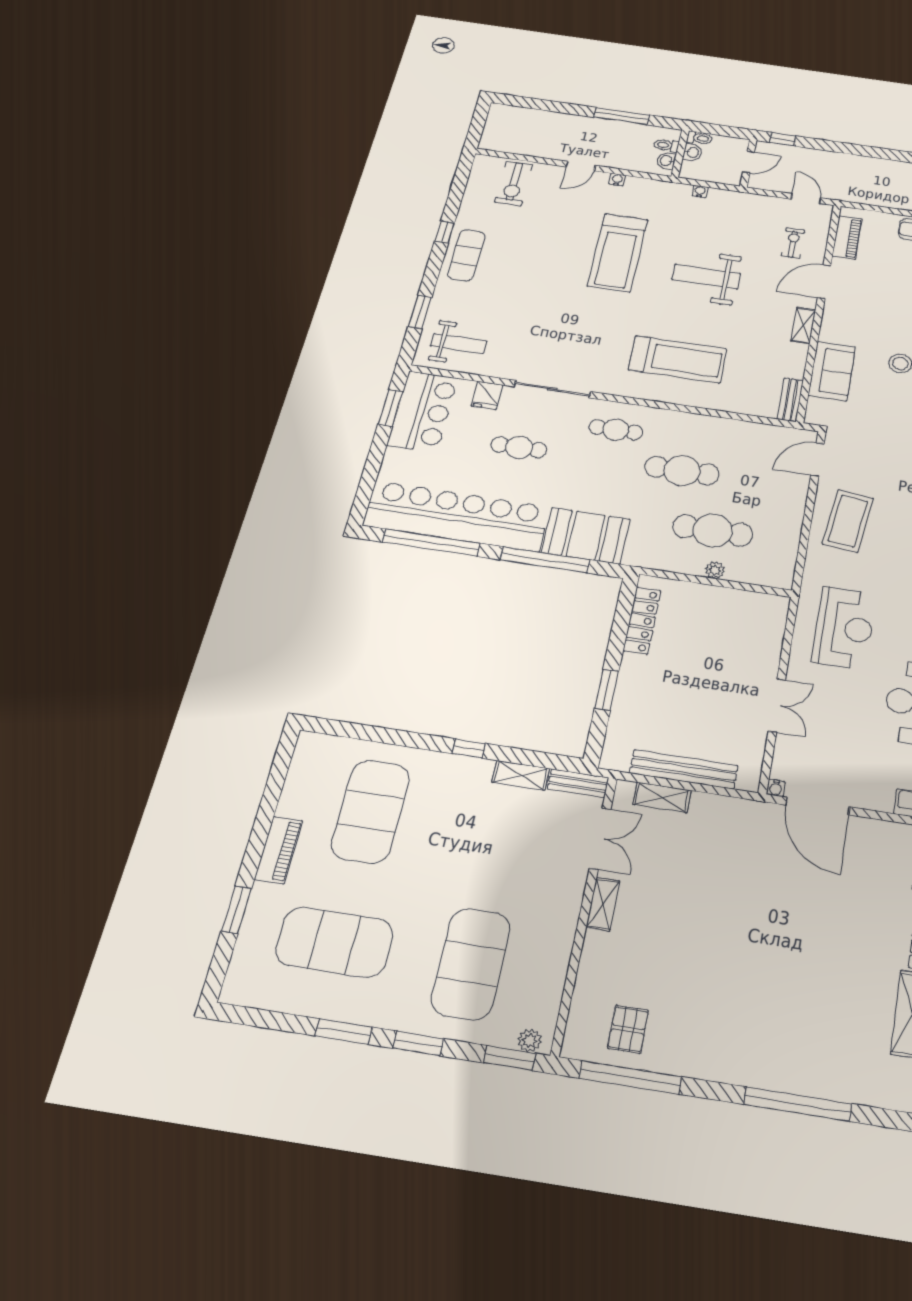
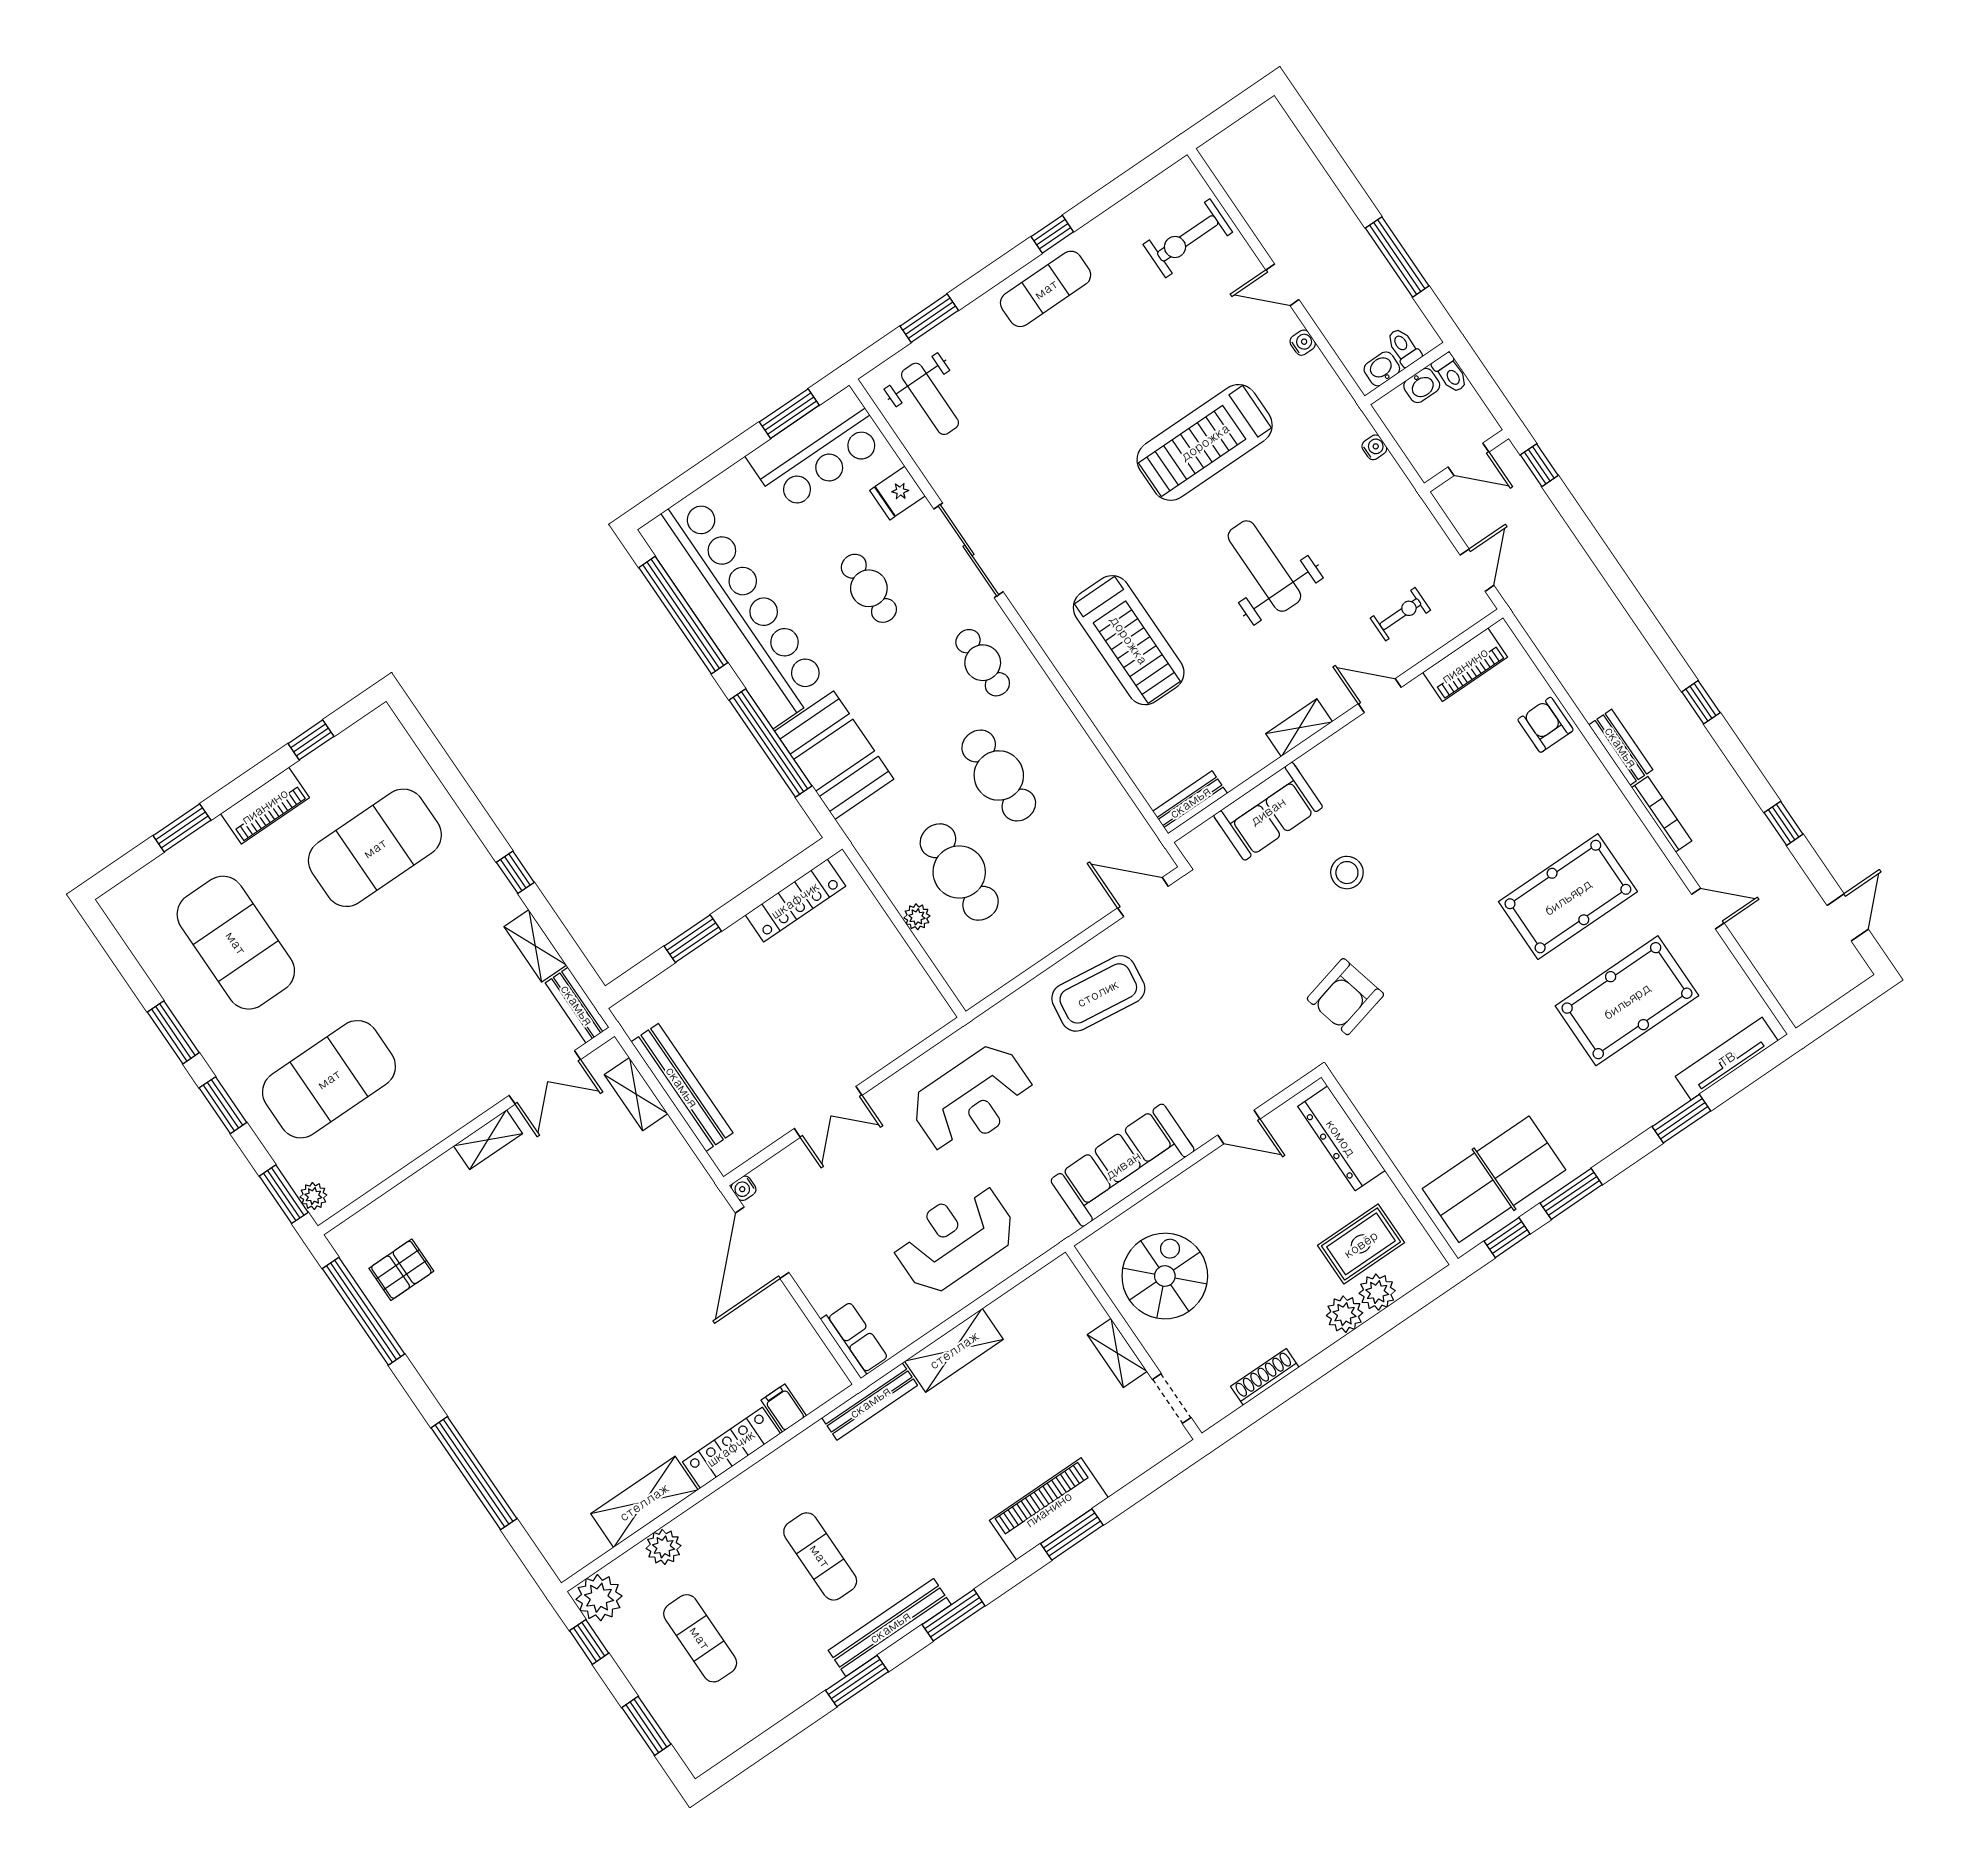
door: (824, 282) -> (1380, 696), width x0.73
window: (273, 790) -> (311, 740), added

